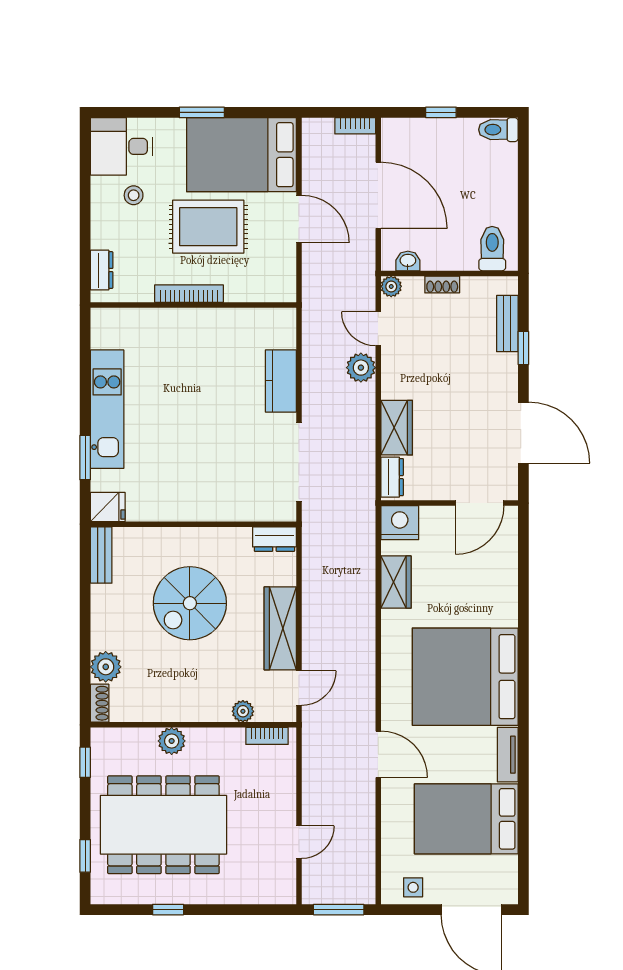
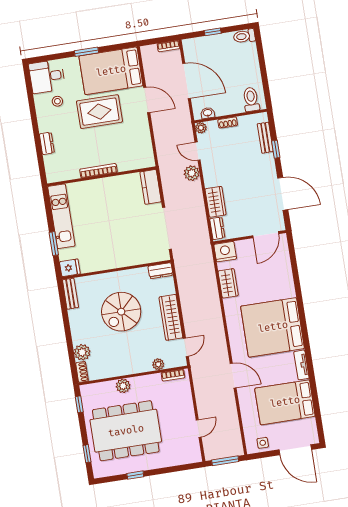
bookcase: (189, 294) -> (98, 171), moved
wall: (193, 305) -> (102, 176), moved

